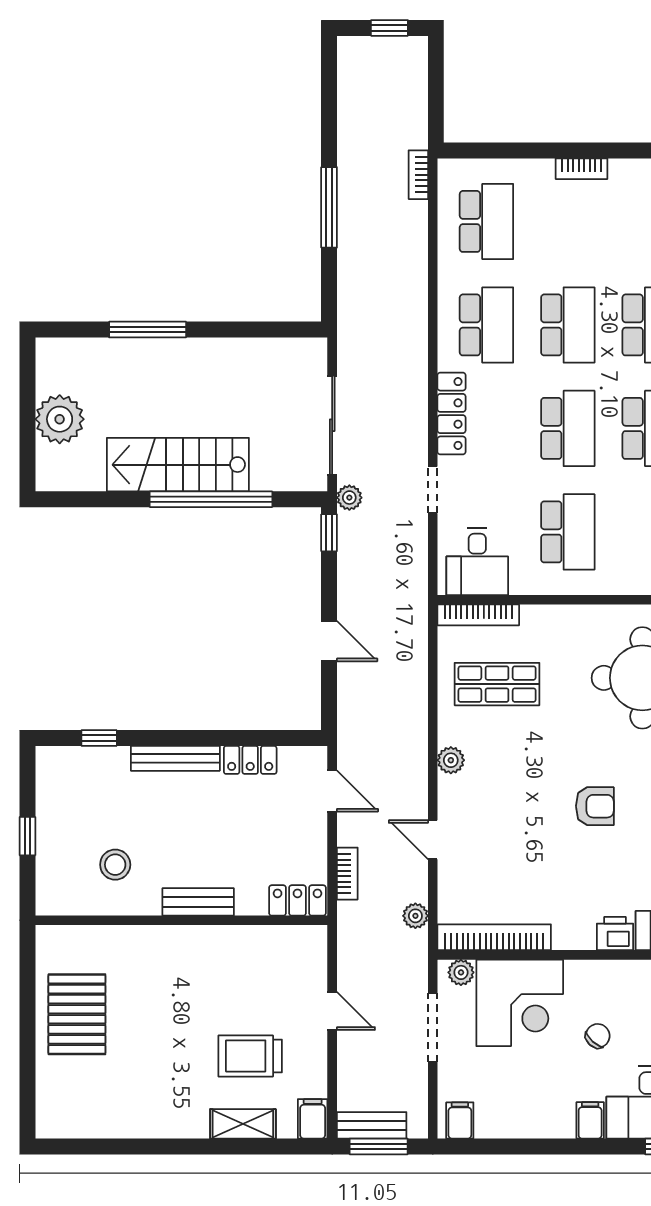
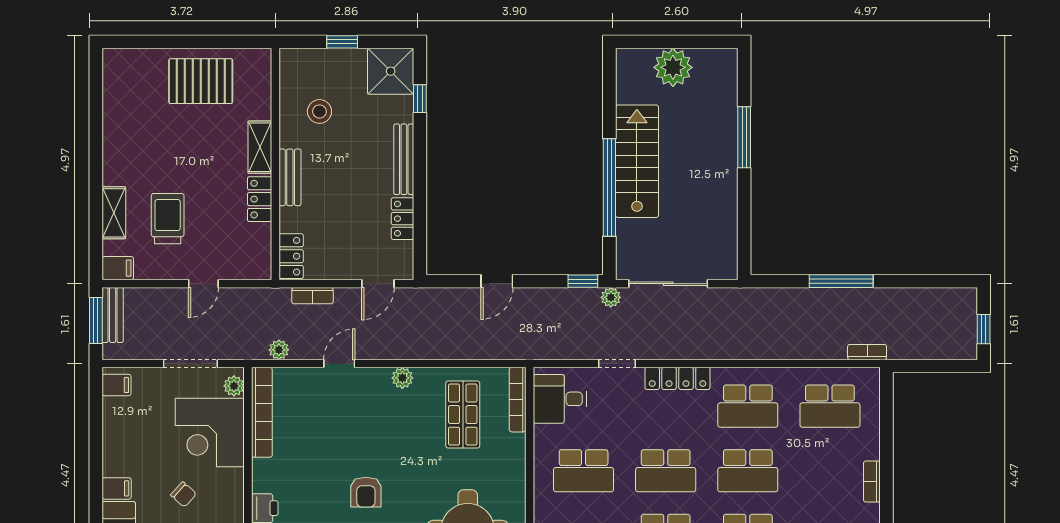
shower: (64, 775) -> (391, 71), added
shelving: (160, 940) -> (260, 147), added
locker: (226, 940) -> (260, 199), added

